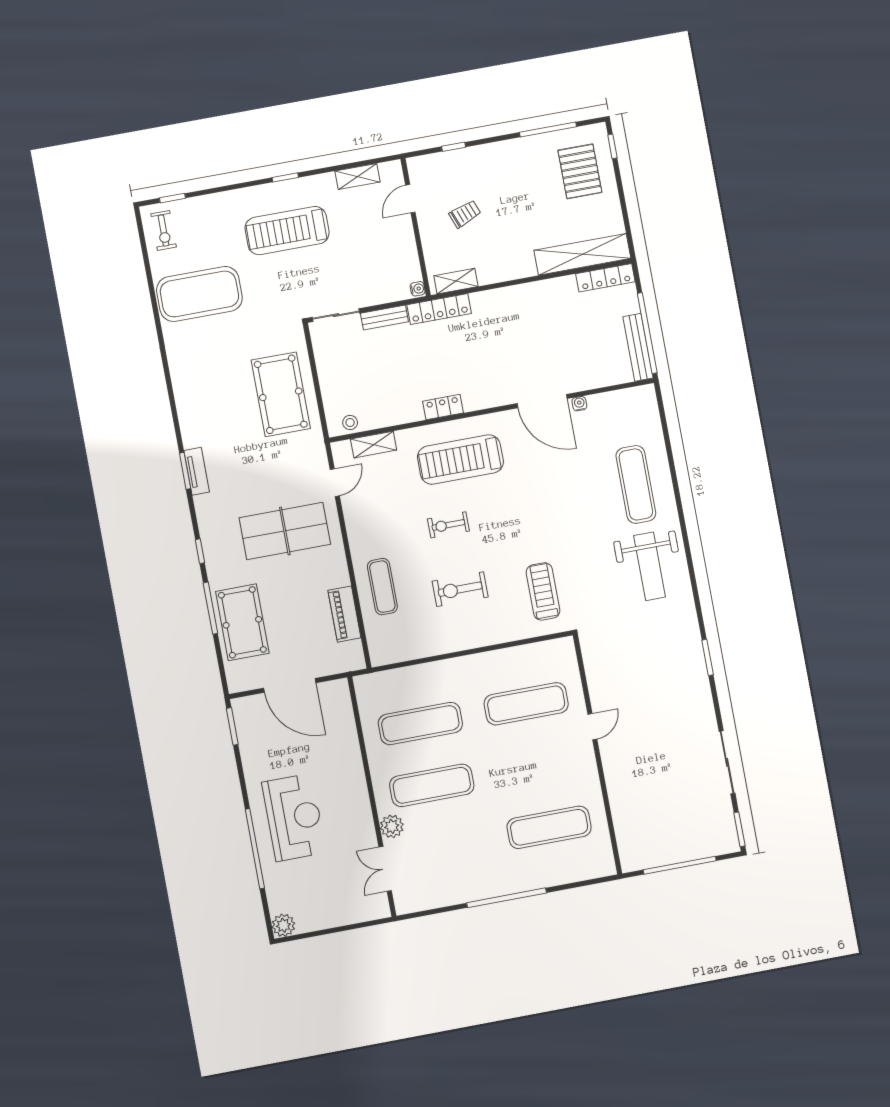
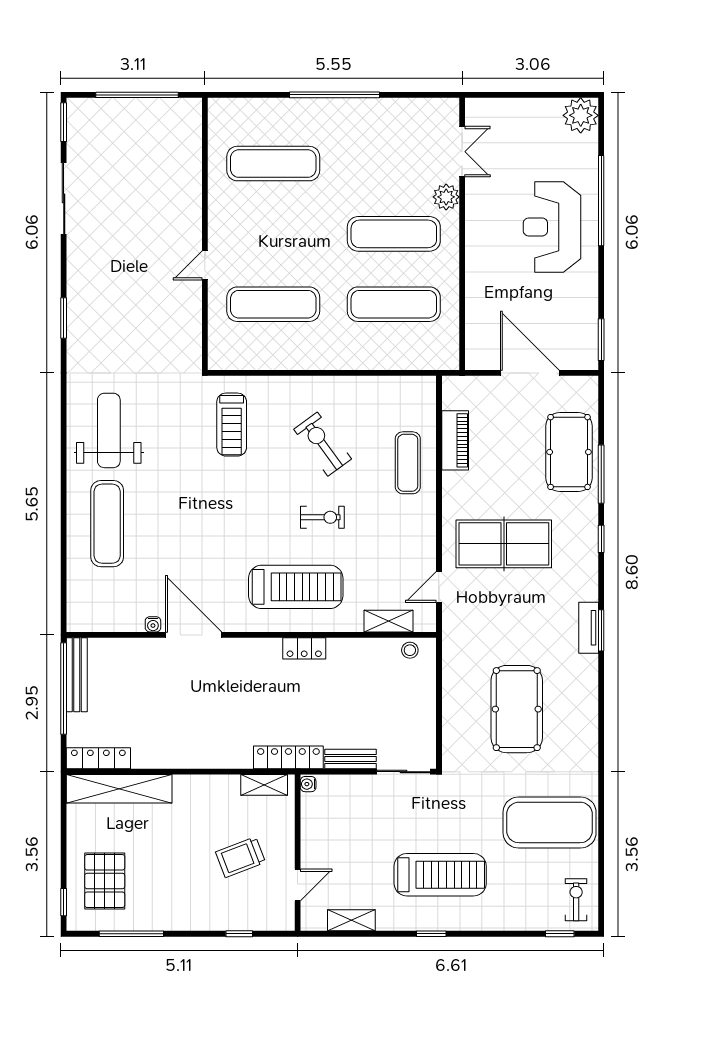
trolley: (465, 214) -> (240, 857), width x1.36, depth x1.39
pool table: (281, 394) -> (517, 709), moved
exercise bike: (460, 589) -> (323, 444), turned -126
plant: (283, 925) -> (581, 115), width x1.36, depth x1.36

